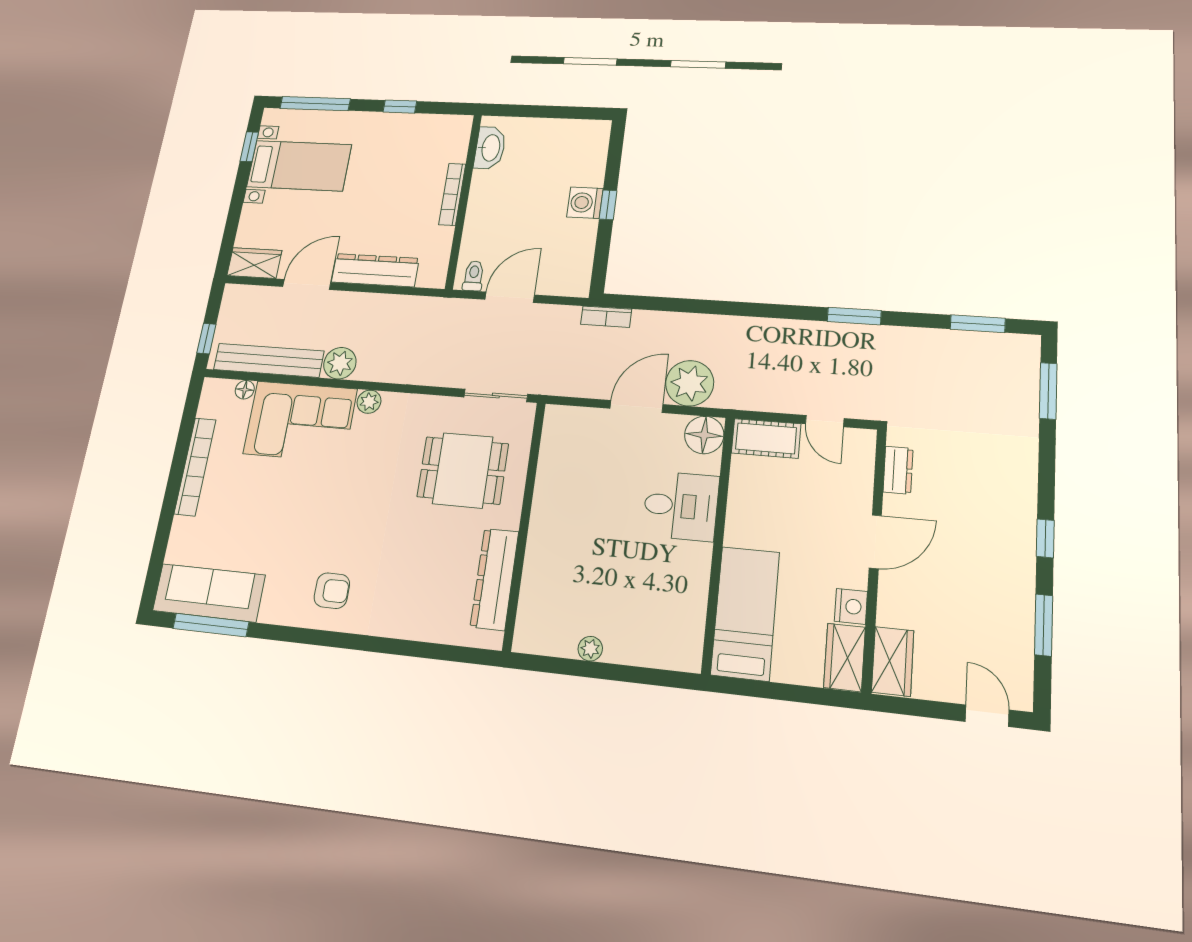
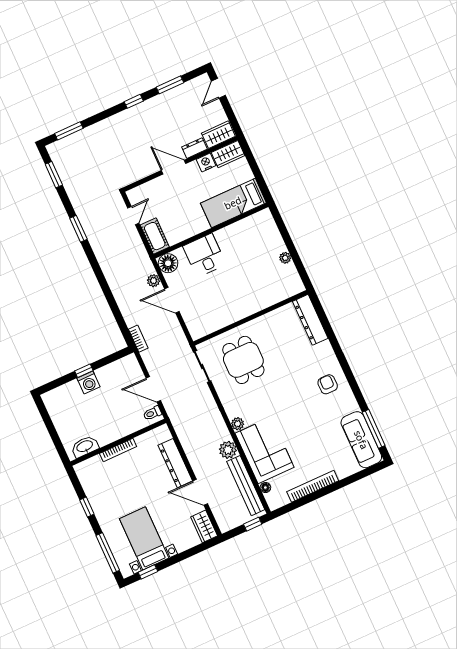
plant: (690, 383) -> (153, 281), width x0.53, depth x0.53
dresser: (898, 470) -> (195, 148), moved
dresser: (495, 579) -> (310, 320), moved, turned 90

